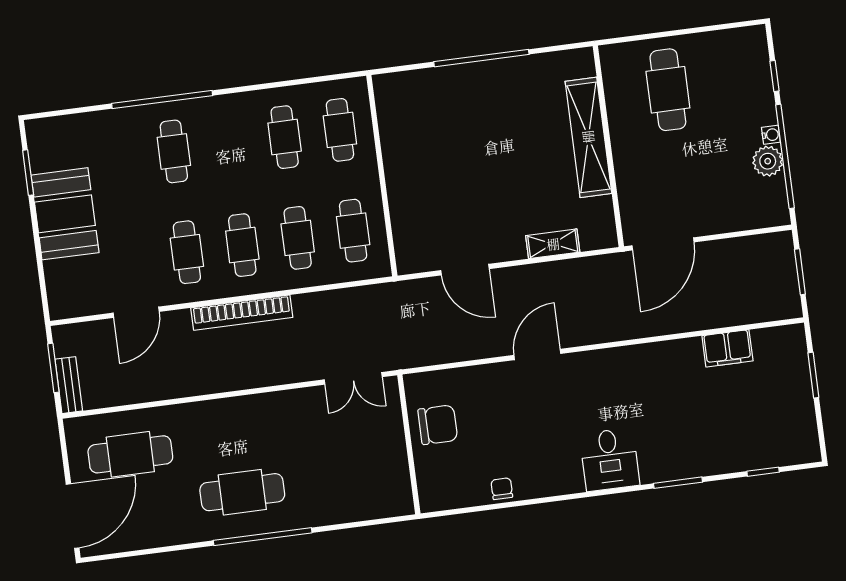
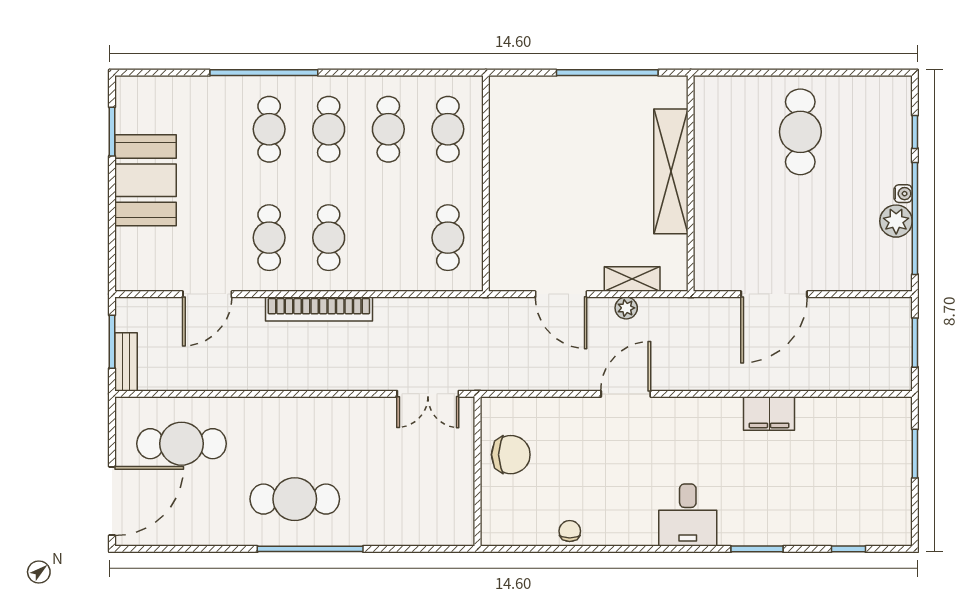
shelving: (588, 137) -> (671, 171), moved
wall: (608, 146) -> (691, 183), moved
cafe table: (298, 238) -> (329, 129), moved
shelving: (553, 244) -> (632, 279), moved
plant: (527, 275) -> (626, 308), added
filing cabinet: (727, 348) -> (769, 414), moved

